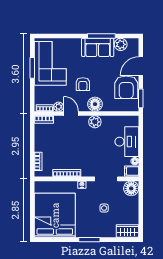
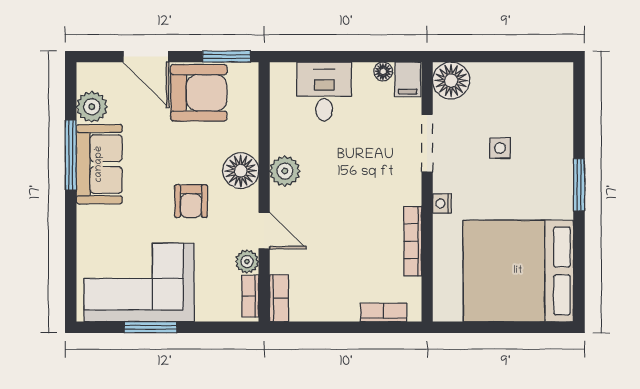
armchair: (83, 84) -> (191, 201), turned 90
door: (71, 113) -> (264, 231), swing flipped
desk: (127, 142) -> (324, 91), width x0.73
wardrobe: (127, 231) -> (557, 90), removed

